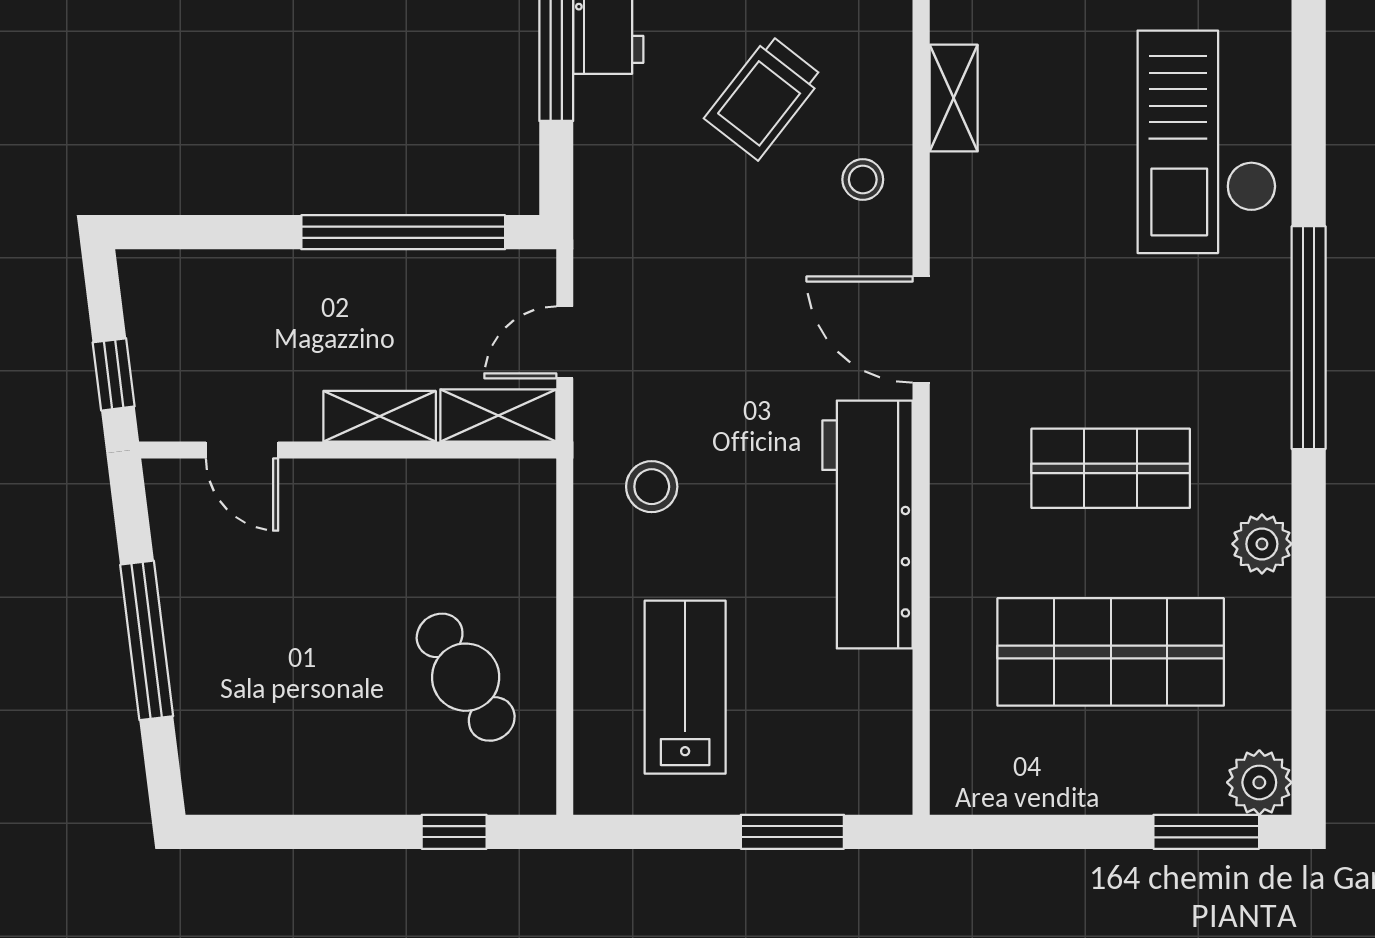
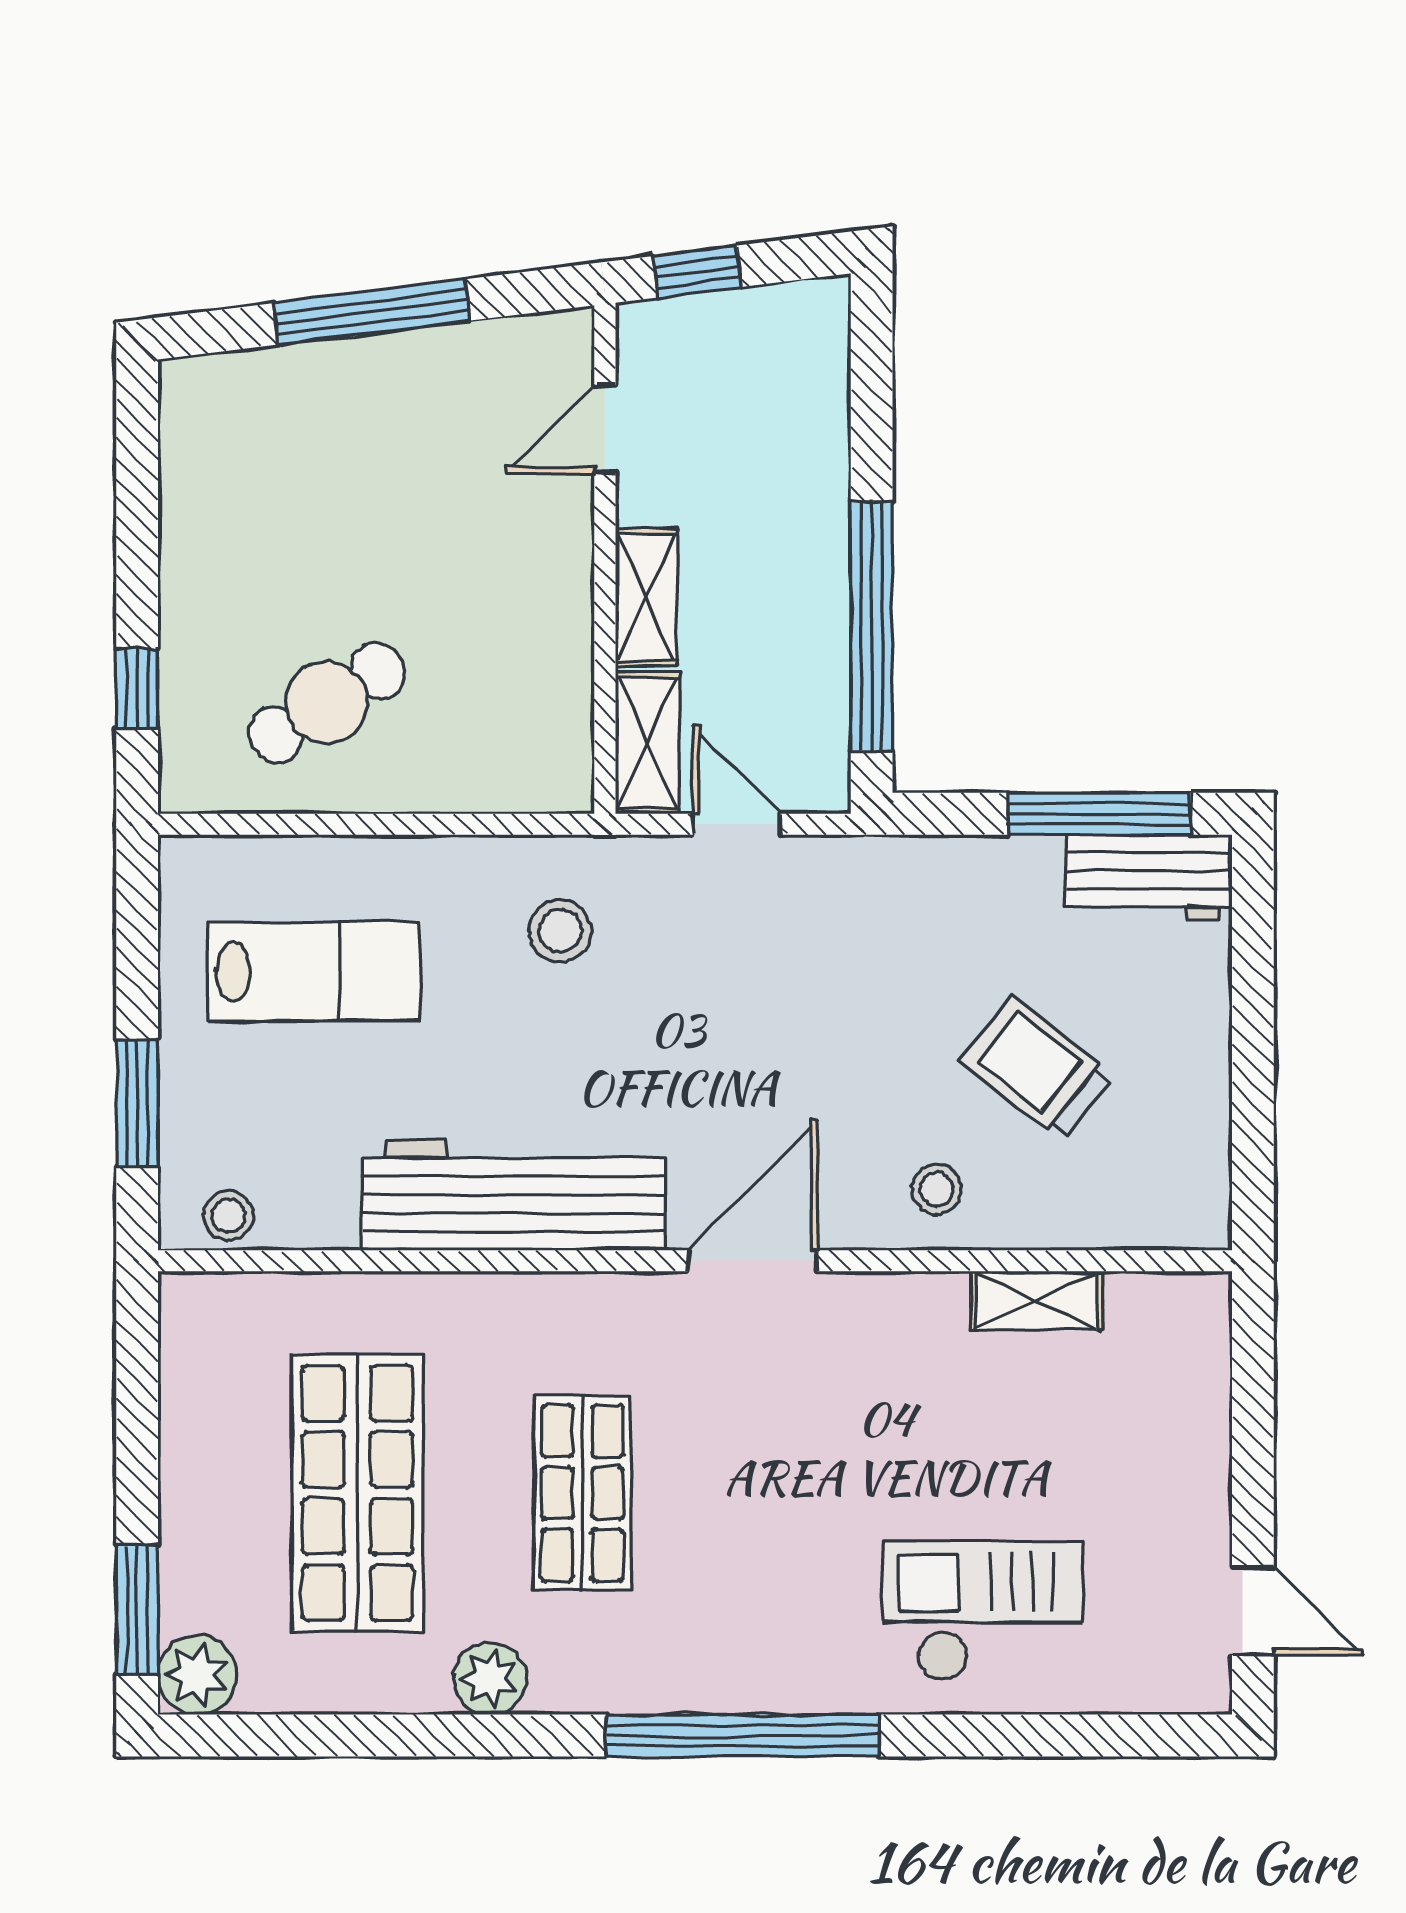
checkout: (1207, 142) -> (982, 1611), width x0.73, depth x0.83
stool: (885, 757) -> (228, 1216), added

